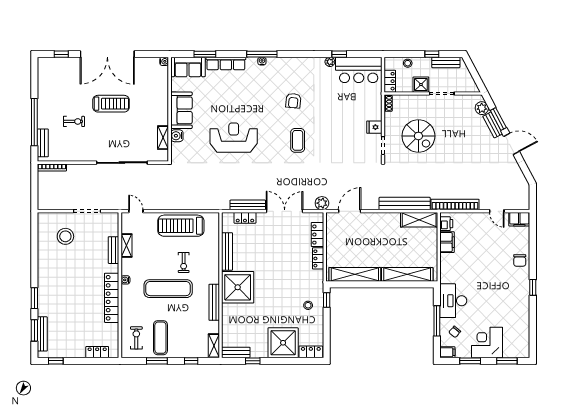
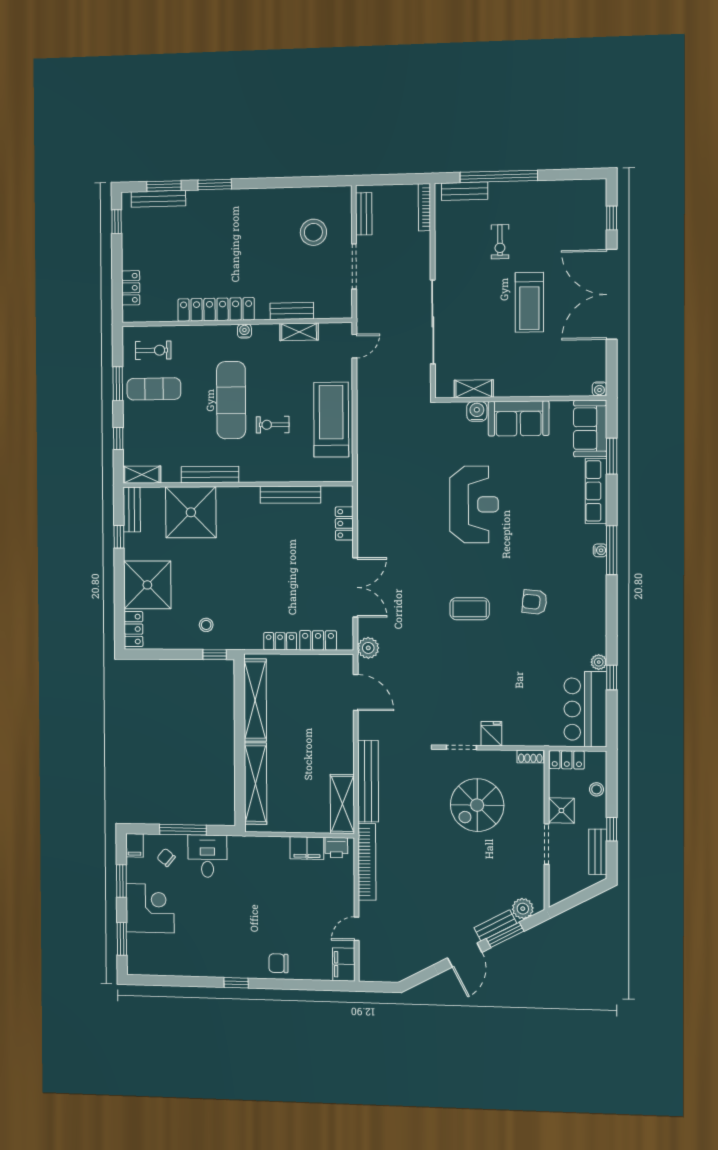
bench: (248, 205) -> (364, 214), moved, width x0.73
shower: (238, 287) -> (191, 512), moved
desk: (453, 301) -> (207, 856), width x0.73

